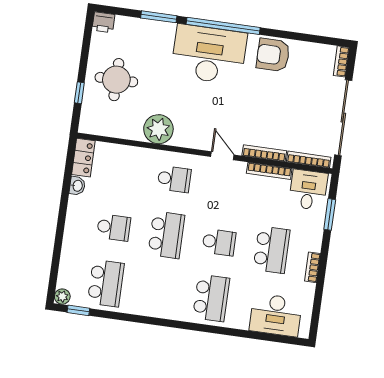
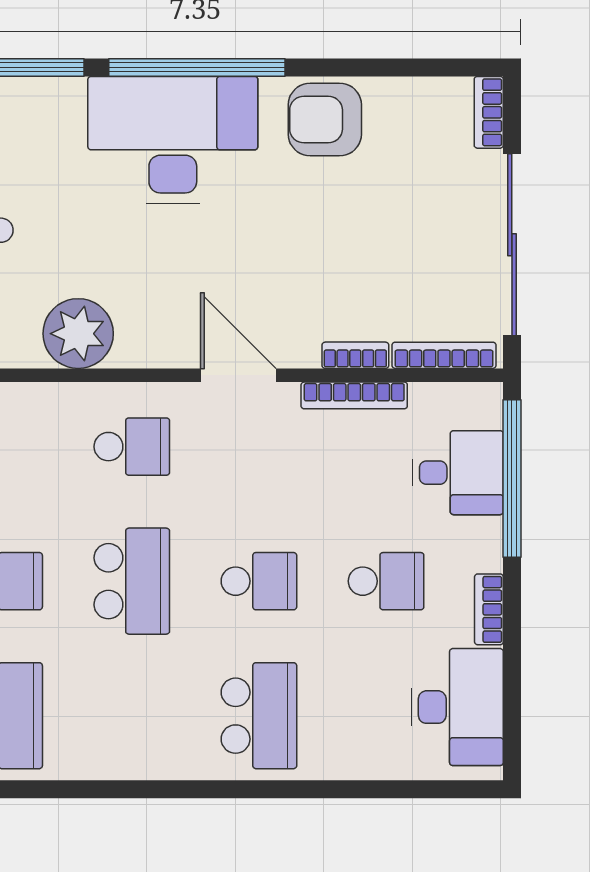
bookcase: (264, 153) -> (355, 355), width x0.64
door: (222, 156) -> (238, 375), width x1.38
desk: (308, 190) -> (458, 473), moved, turned 90
window: (330, 214) -> (512, 479), width x2.11
school desk: (272, 250) -> (386, 581), width x0.54
desk: (276, 315) -> (457, 707), moved, turned -90

